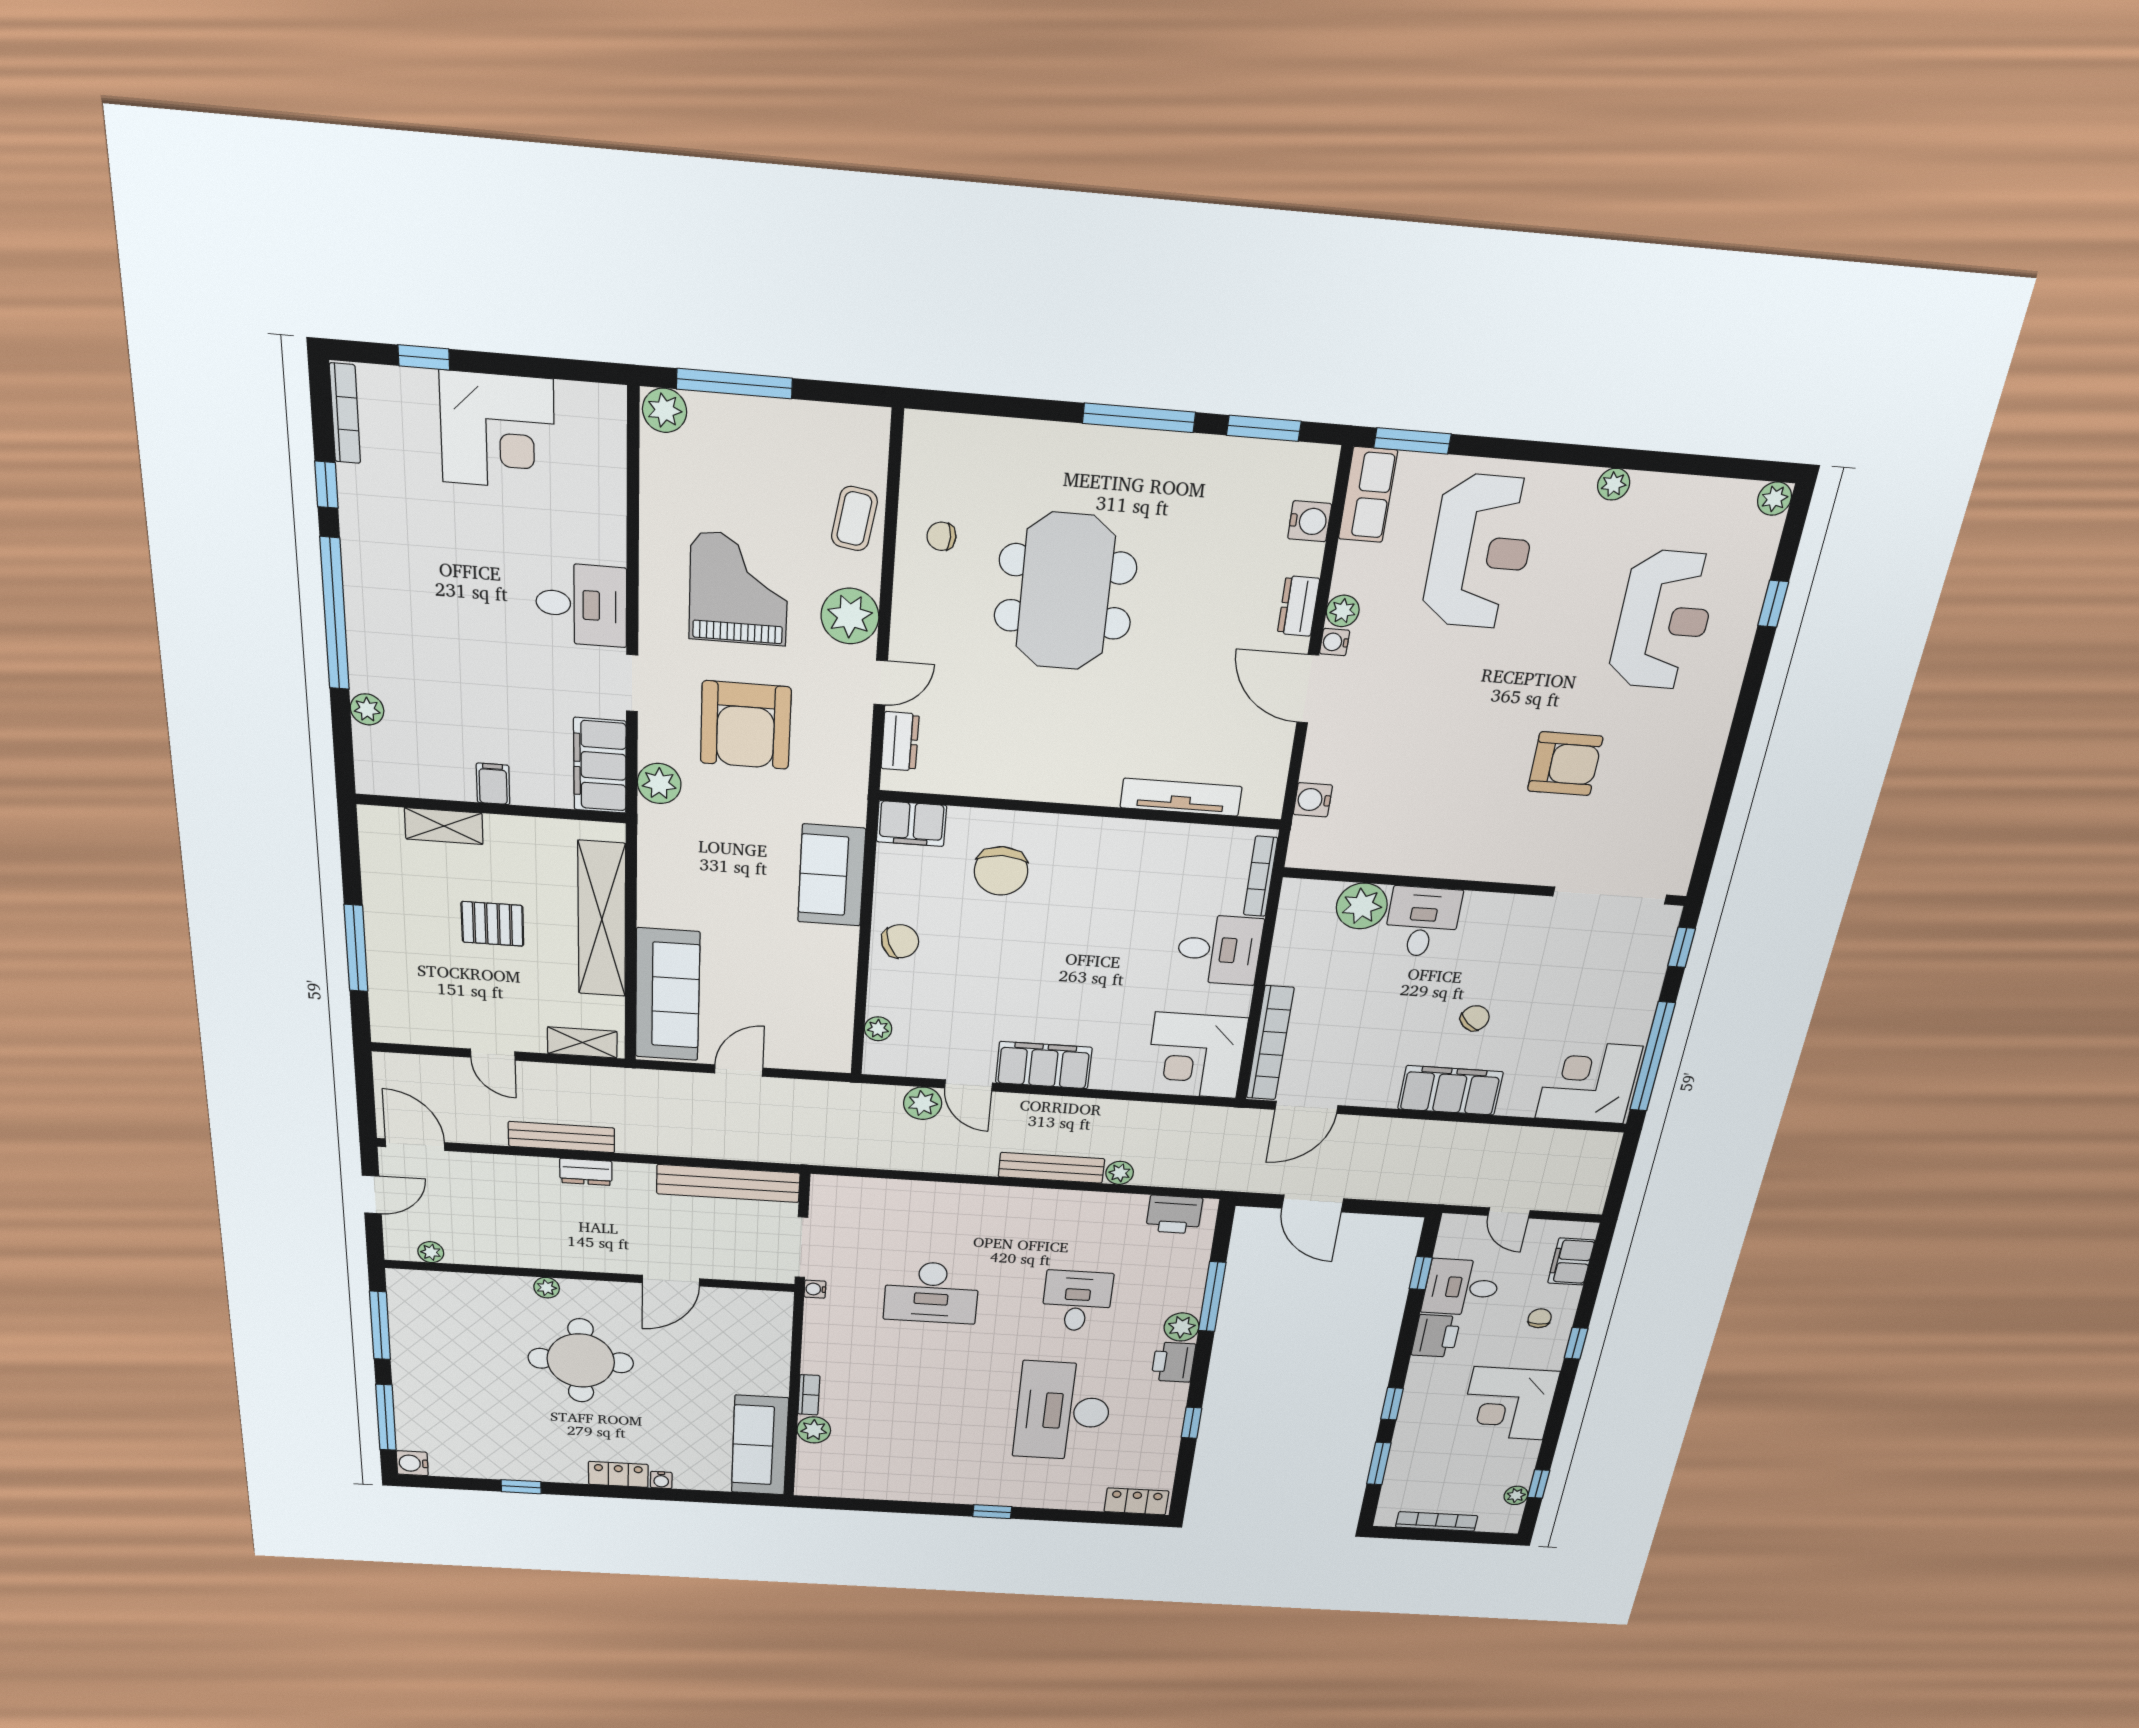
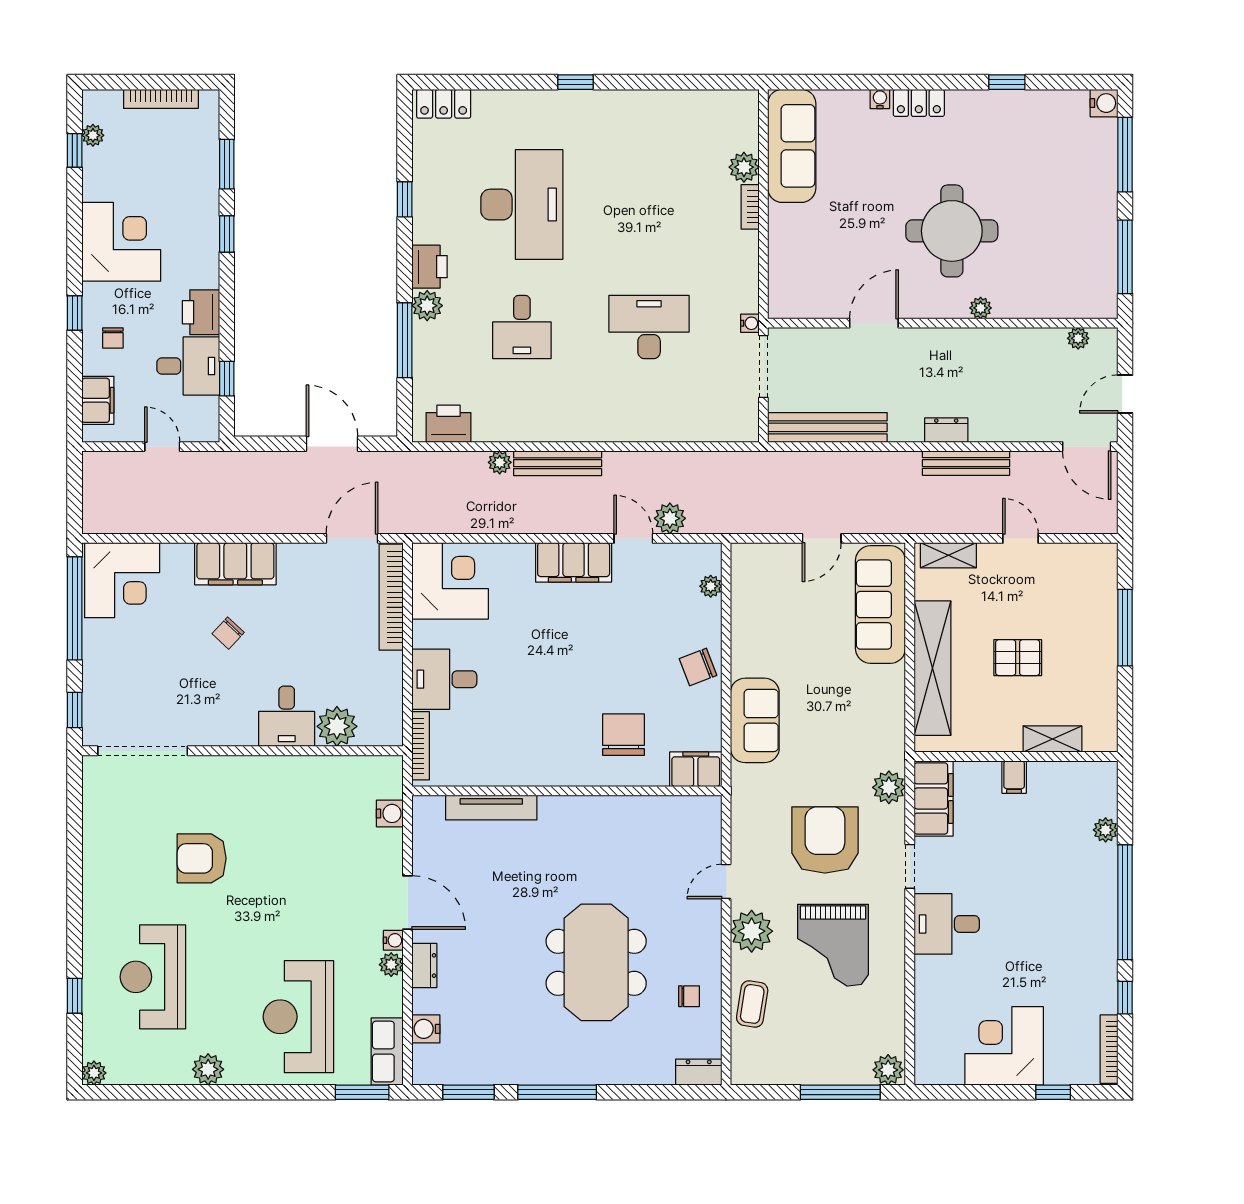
plant: (1614, 484) -> (208, 1069), width x1.38, depth x1.38
dresser: (900, 741) -> (699, 1072), moved, turned 90

